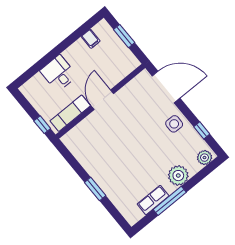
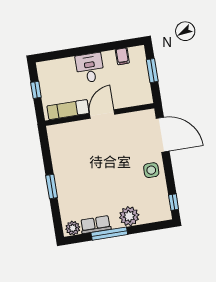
desk: (59, 73) -> (90, 68), moved
window: (42, 125) -> (36, 90), moved
window: (202, 130) -> (174, 202), moved
plant: (204, 158) -> (73, 228), moved

